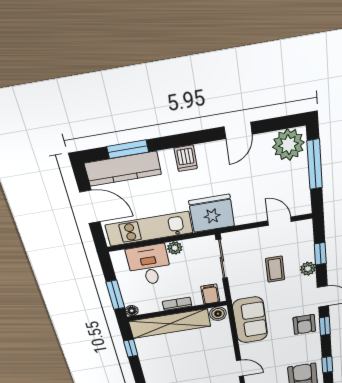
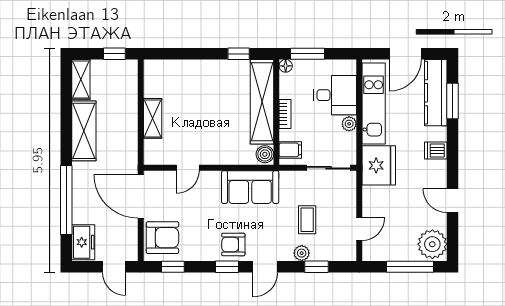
coffee table: (275, 269) -> (307, 220), turned 90

